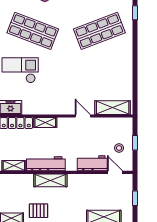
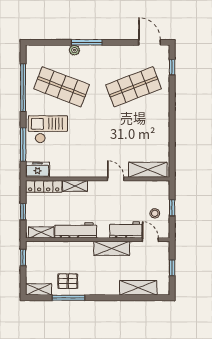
shelving: (50, 180) -> (112, 248), moved

